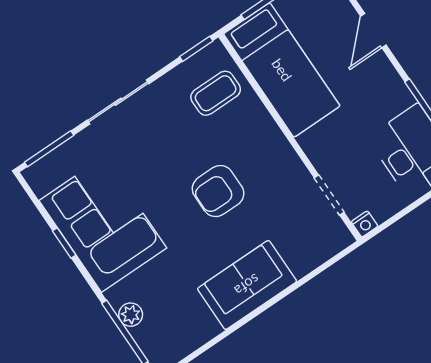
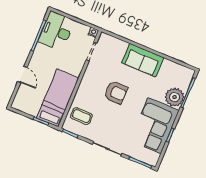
door: (373, 31) -> (22, 74), hinge flipped
plant: (131, 315) -> (175, 97), width x1.87, depth x1.87

